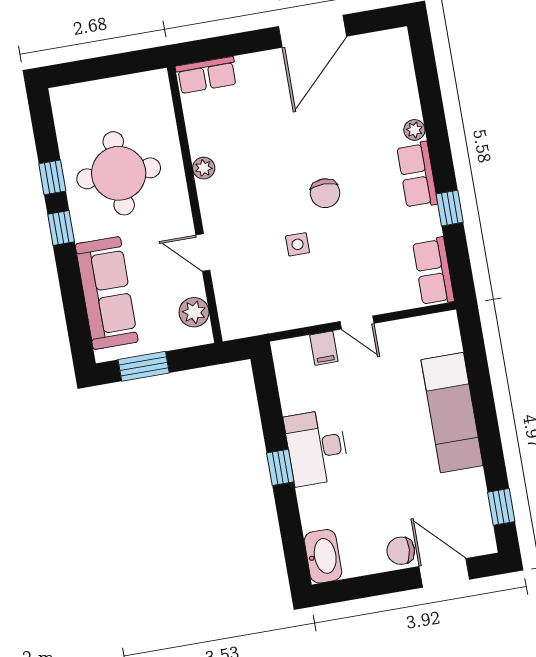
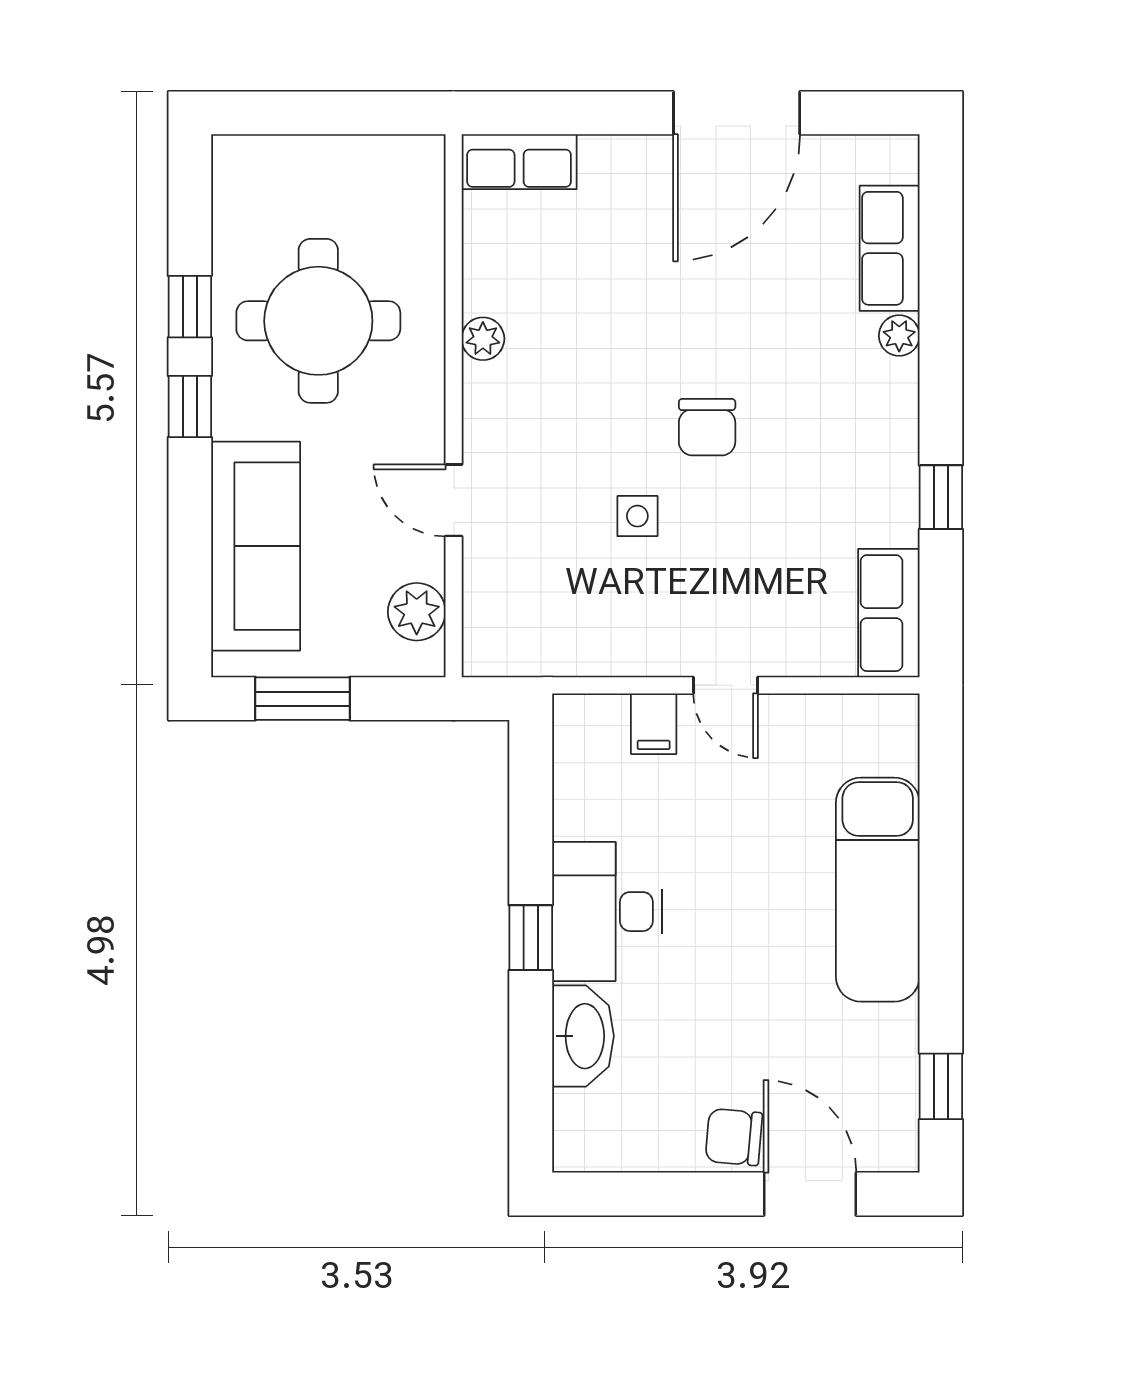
row of seats: (417, 175) -> (890, 248), moved
washbasin: (323, 556) -> (583, 1036), moved

